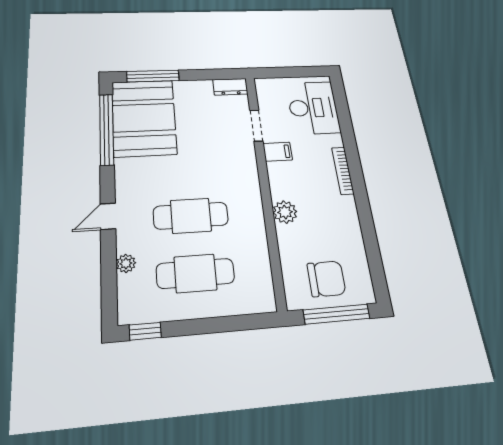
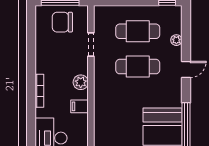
doorway: (256, 126) -> (91, 45), moved
plant: (285, 212) -> (81, 82), moved

